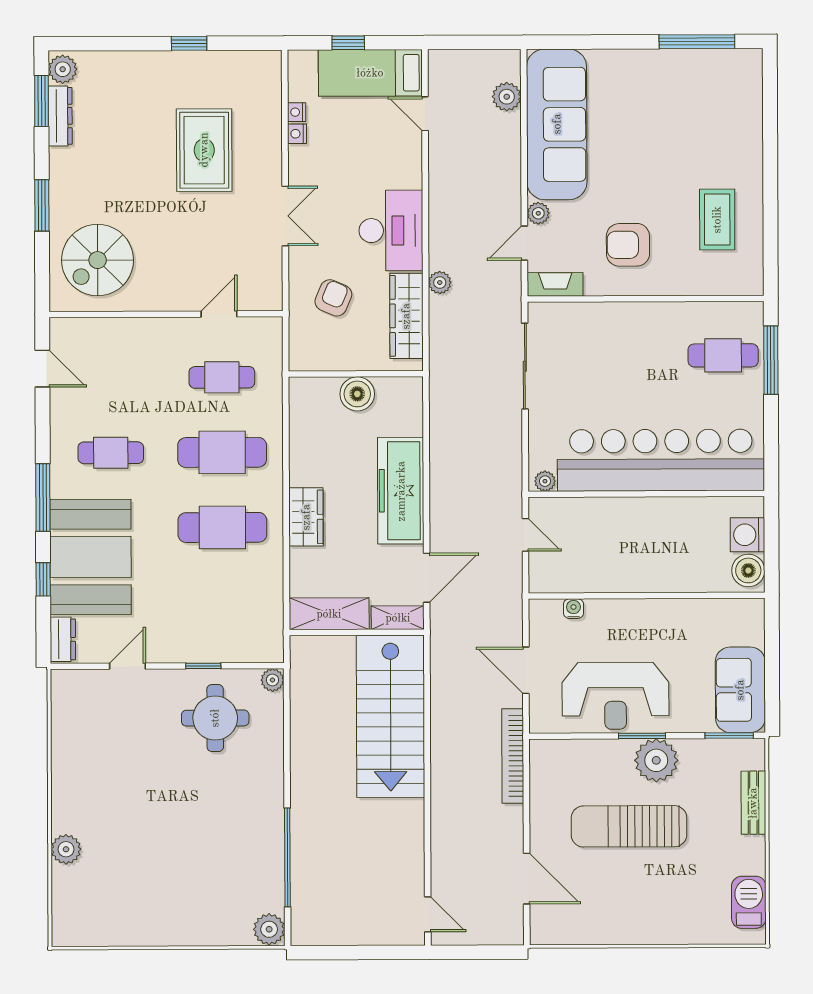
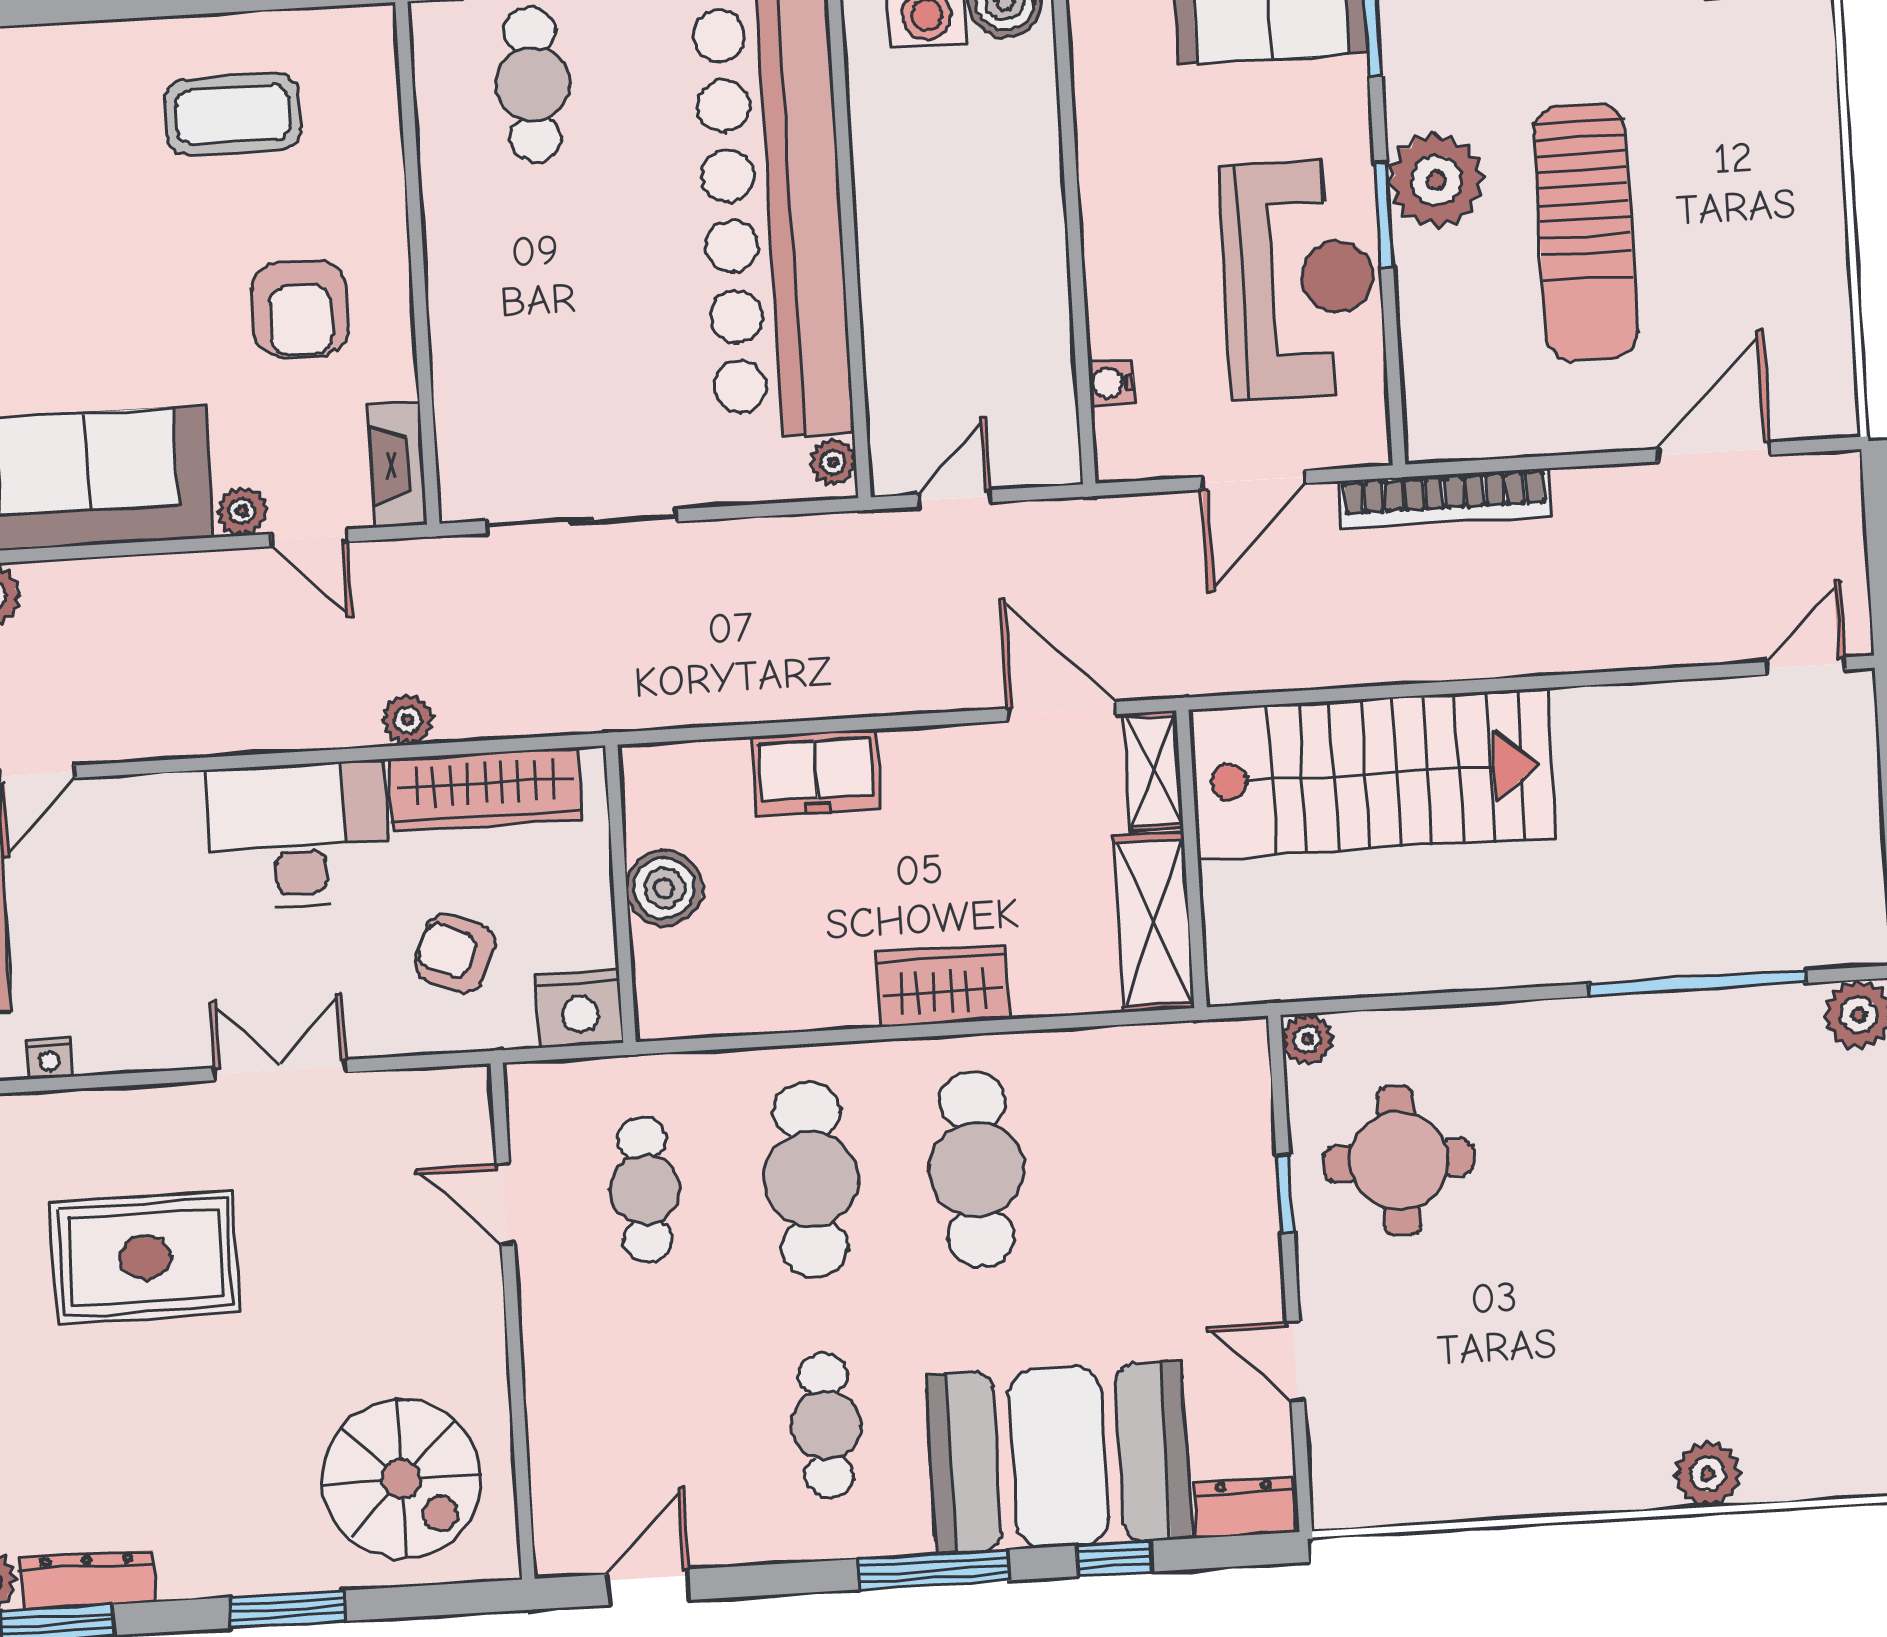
nightstand: (297, 134) -> (580, 1009), moved, width x1.89, depth x1.79
freezer: (401, 491) -> (816, 773), width x0.52, depth x0.79

